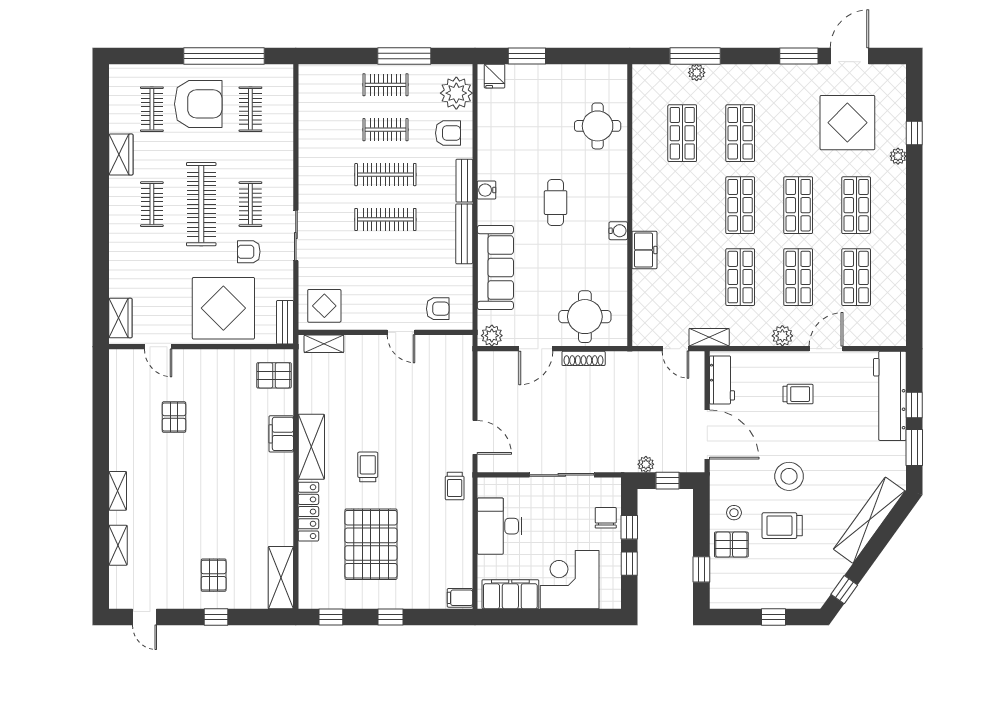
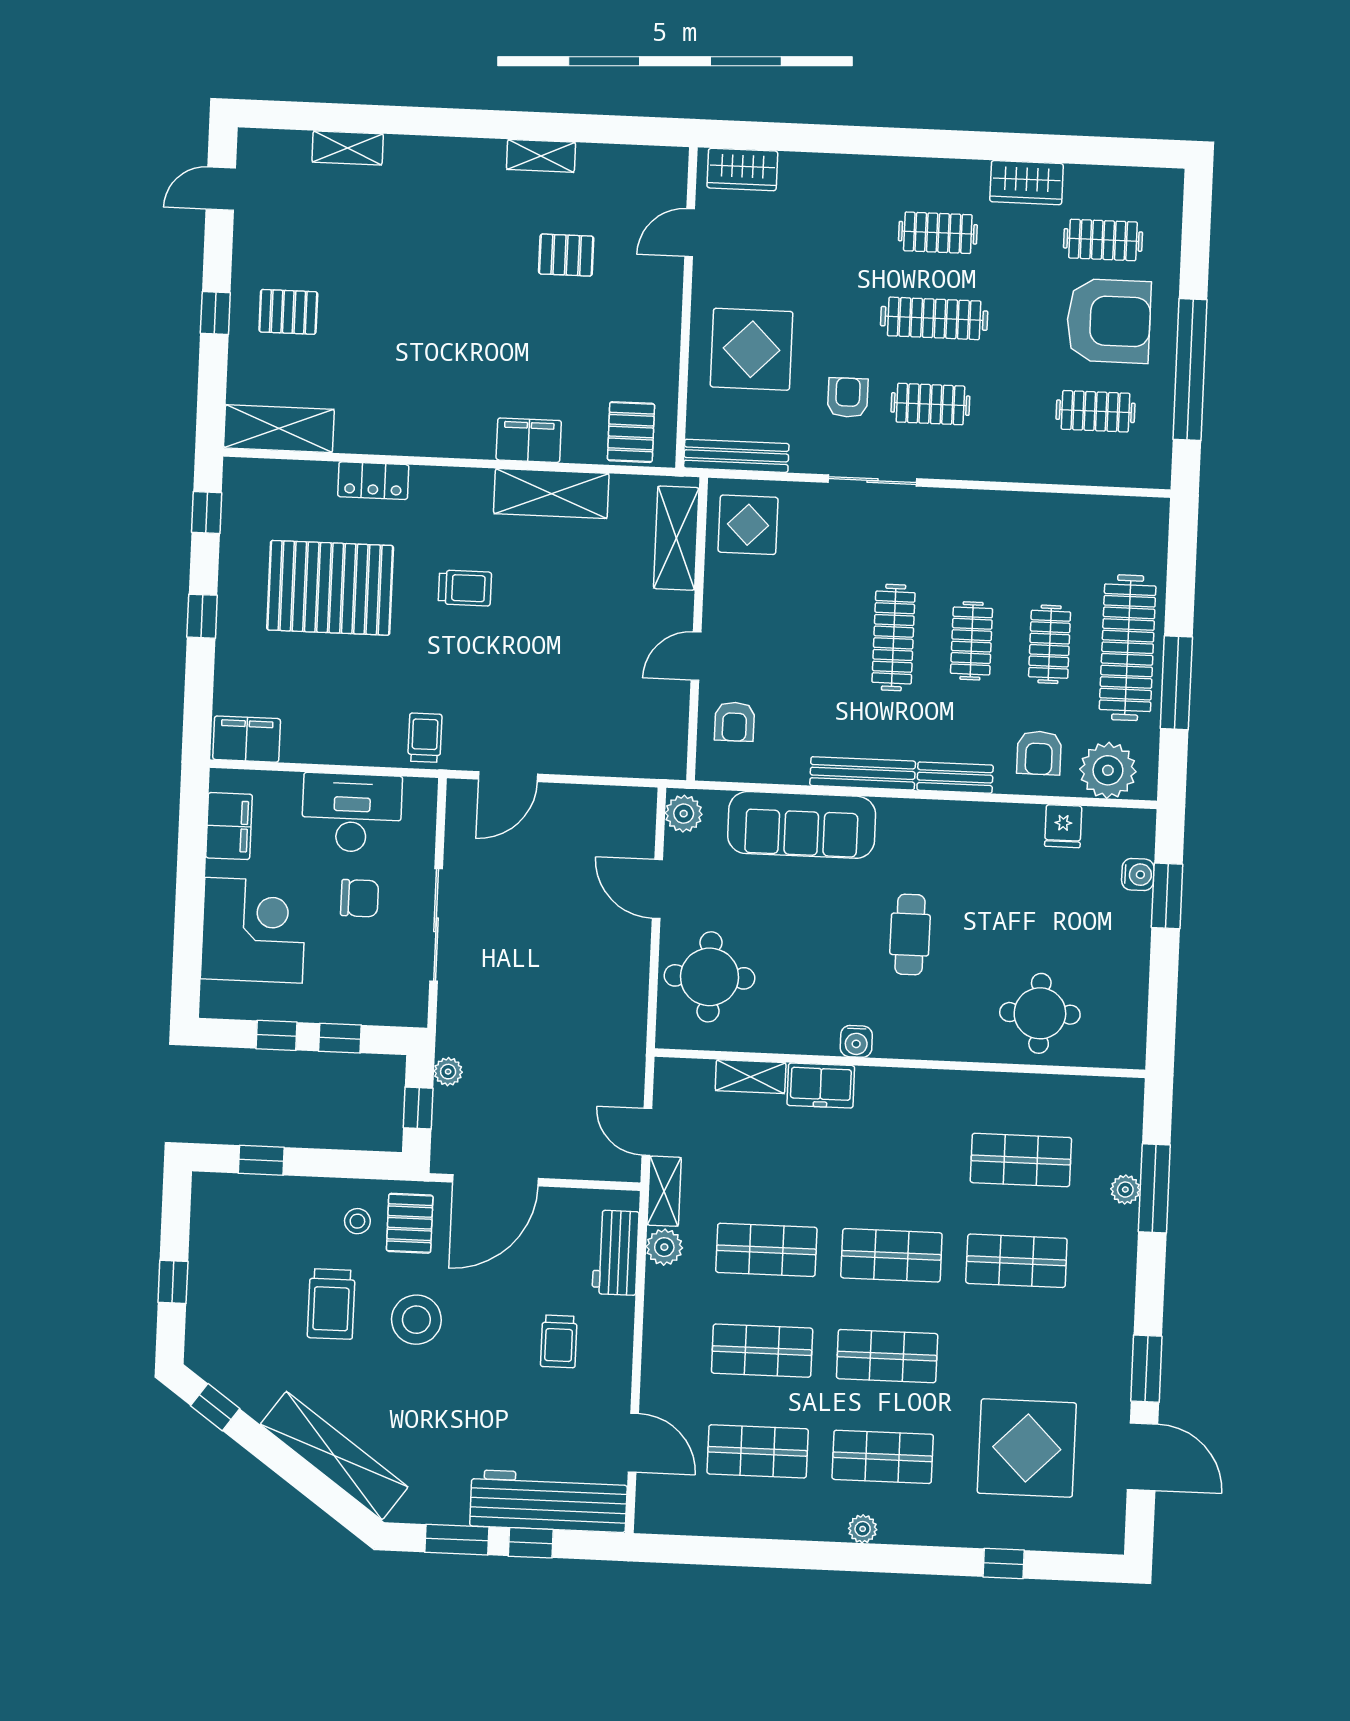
fridge: (494, 76) -> (1063, 826), moved, turned -90
clothes rail: (385, 85) -> (1128, 648), width x1.86, depth x1.31
armchair: (198, 104) -> (1109, 321), turned -90
plant: (898, 156) -> (863, 1529), moved
clothes rail: (385, 175) -> (972, 641), width x0.73
water cooler: (487, 190) -> (1138, 875), moved, turned 90
cafe table: (556, 203) -> (910, 935), turned 90
clothes rail: (201, 204) -> (934, 318), width x0.73, depth x0.76
shelving: (641, 291) -> (751, 1077), added
display table: (223, 308) -> (752, 349), width x0.73, depth x0.73
bench: (285, 322) -> (736, 456), width x1.36
plant: (782, 336) -> (664, 1247), moved
shelving: (324, 344) -> (676, 538), width x1.50, depth x1.33
door: (675, 349) -> (647, 1132), hinge flipped
door: (826, 349) -> (633, 1443), moved
shoe rack: (584, 358) -> (637, 971), removed
workbench: (722, 380) -> (616, 1253), moved, turned 90
shelving: (311, 447) -> (551, 494), moved
trolley: (455, 486) -> (425, 738), turned 90
shelving: (118, 491) -> (541, 156), moved
locker: (308, 512) -> (373, 481), width x0.66
chair: (606, 518) -> (360, 898), moved
trolley: (782, 526) -> (331, 1304), turned 180
pallet: (731, 545) -> (410, 1223), moved
filing cabinet: (510, 594) -> (229, 826), width x0.67, depth x0.86
filing cabinet: (460, 598) -> (247, 739), width x2.00

